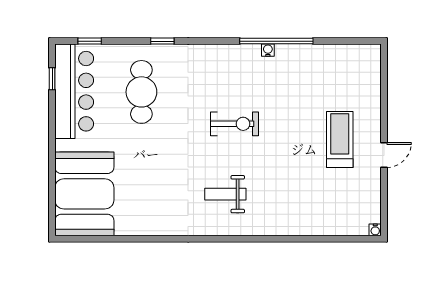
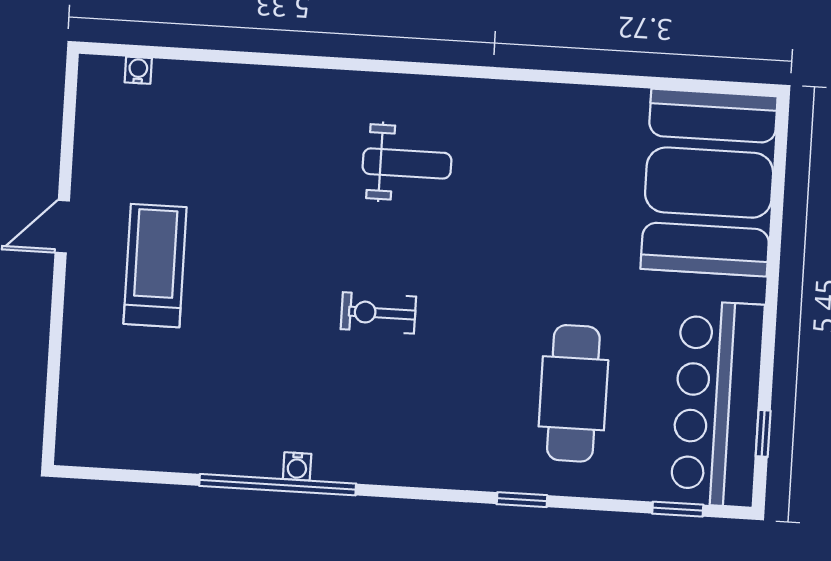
exercise bike: (234, 124) -> (378, 313), width x0.73, depth x0.72
treadmill: (340, 140) -> (155, 266), turned 180
water cooler: (375, 230) -> (138, 70), moved

